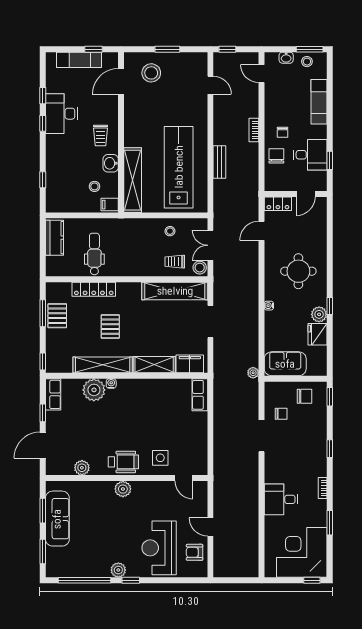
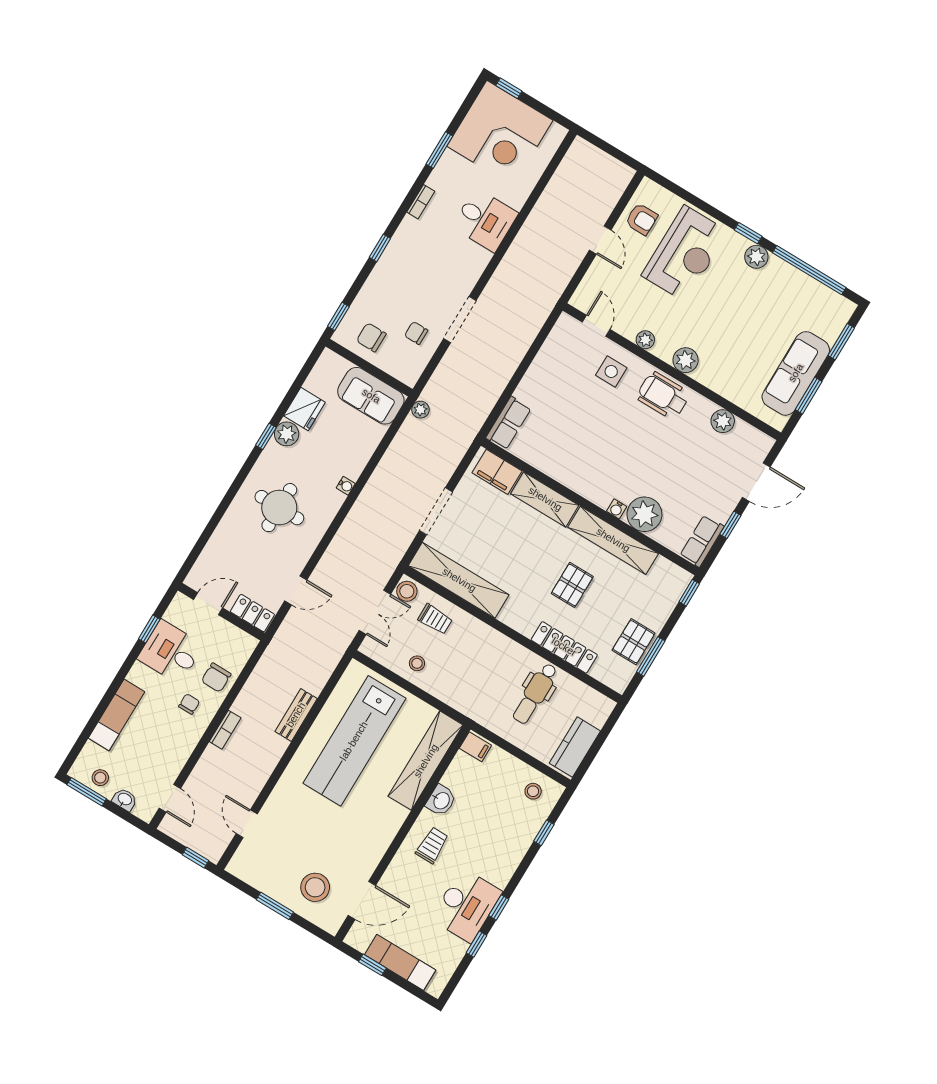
stool: (94, 186) -> (533, 791), moved
plant: (152, 487) -> (645, 340), added

